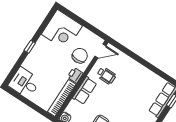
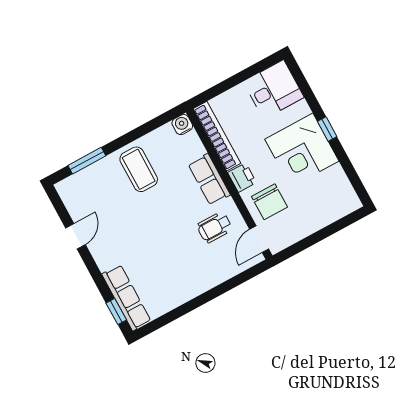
corner desk: (62, 30) -> (302, 150), moved, turned -90

